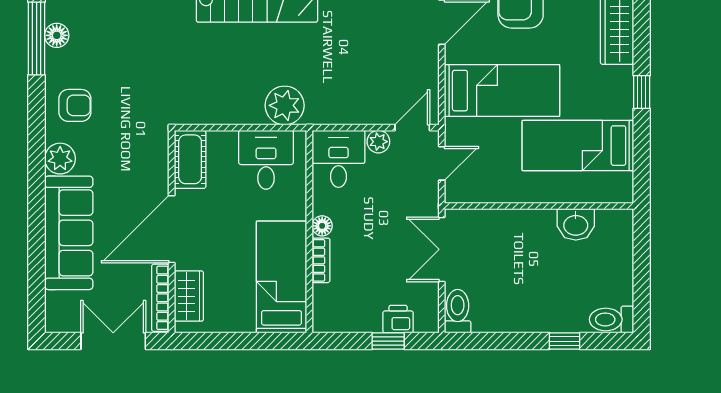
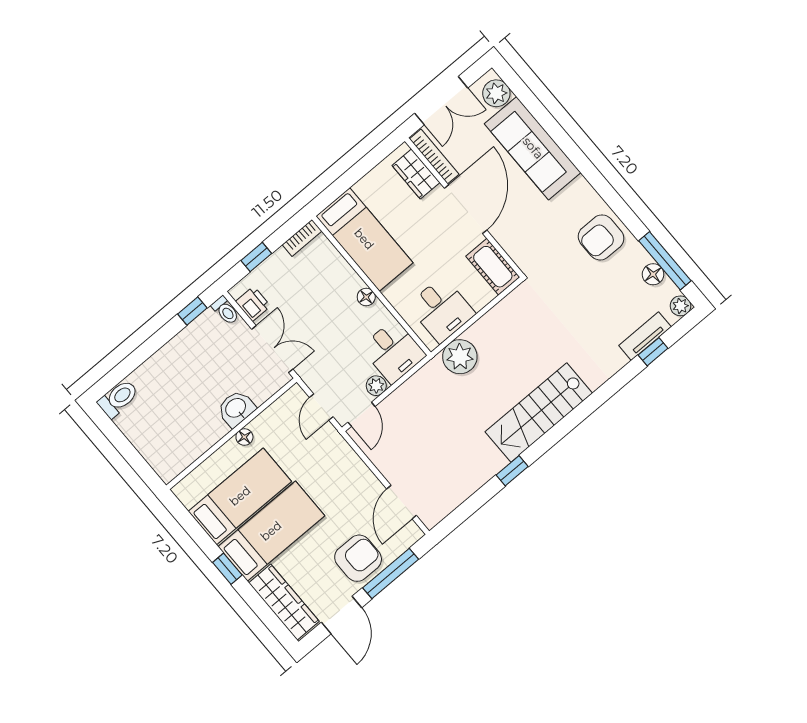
bed: (502, 91) -> (271, 531), moved, turned 180
armchair: (75, 105) -> (601, 237), width x1.38, depth x1.38
plant: (60, 159) -> (496, 93), moved
floor lamp: (530, 194) -> (244, 437), added
washbasin: (576, 224) -> (236, 408), moved
bookcase: (321, 260) -> (302, 238), moved, turned -90
toilet: (458, 311) -> (225, 310), width x0.73, depth x0.72
printer: (398, 319) -> (253, 304), moved, turned -90
window: (564, 341) -> (192, 311), moved

